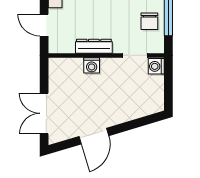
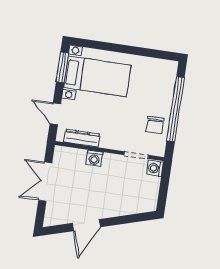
dresser: (94, 46) -> (82, 138), moved
double door: (44, 113) -> (45, 182), moved

